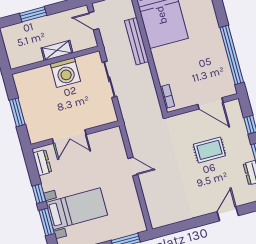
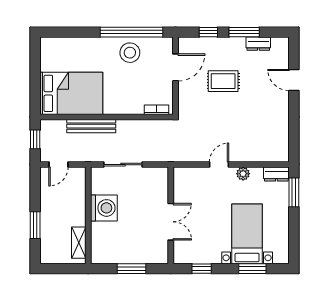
shelving: (57, 50) -> (79, 243), moved
stool: (213, 58) -> (130, 53), added
rug: (209, 150) -> (223, 81), turned 90
dresser: (42, 163) -> (276, 174), moved, turned 180
plant: (130, 190) -> (243, 174), added
window: (39, 194) -> (202, 269), moved

